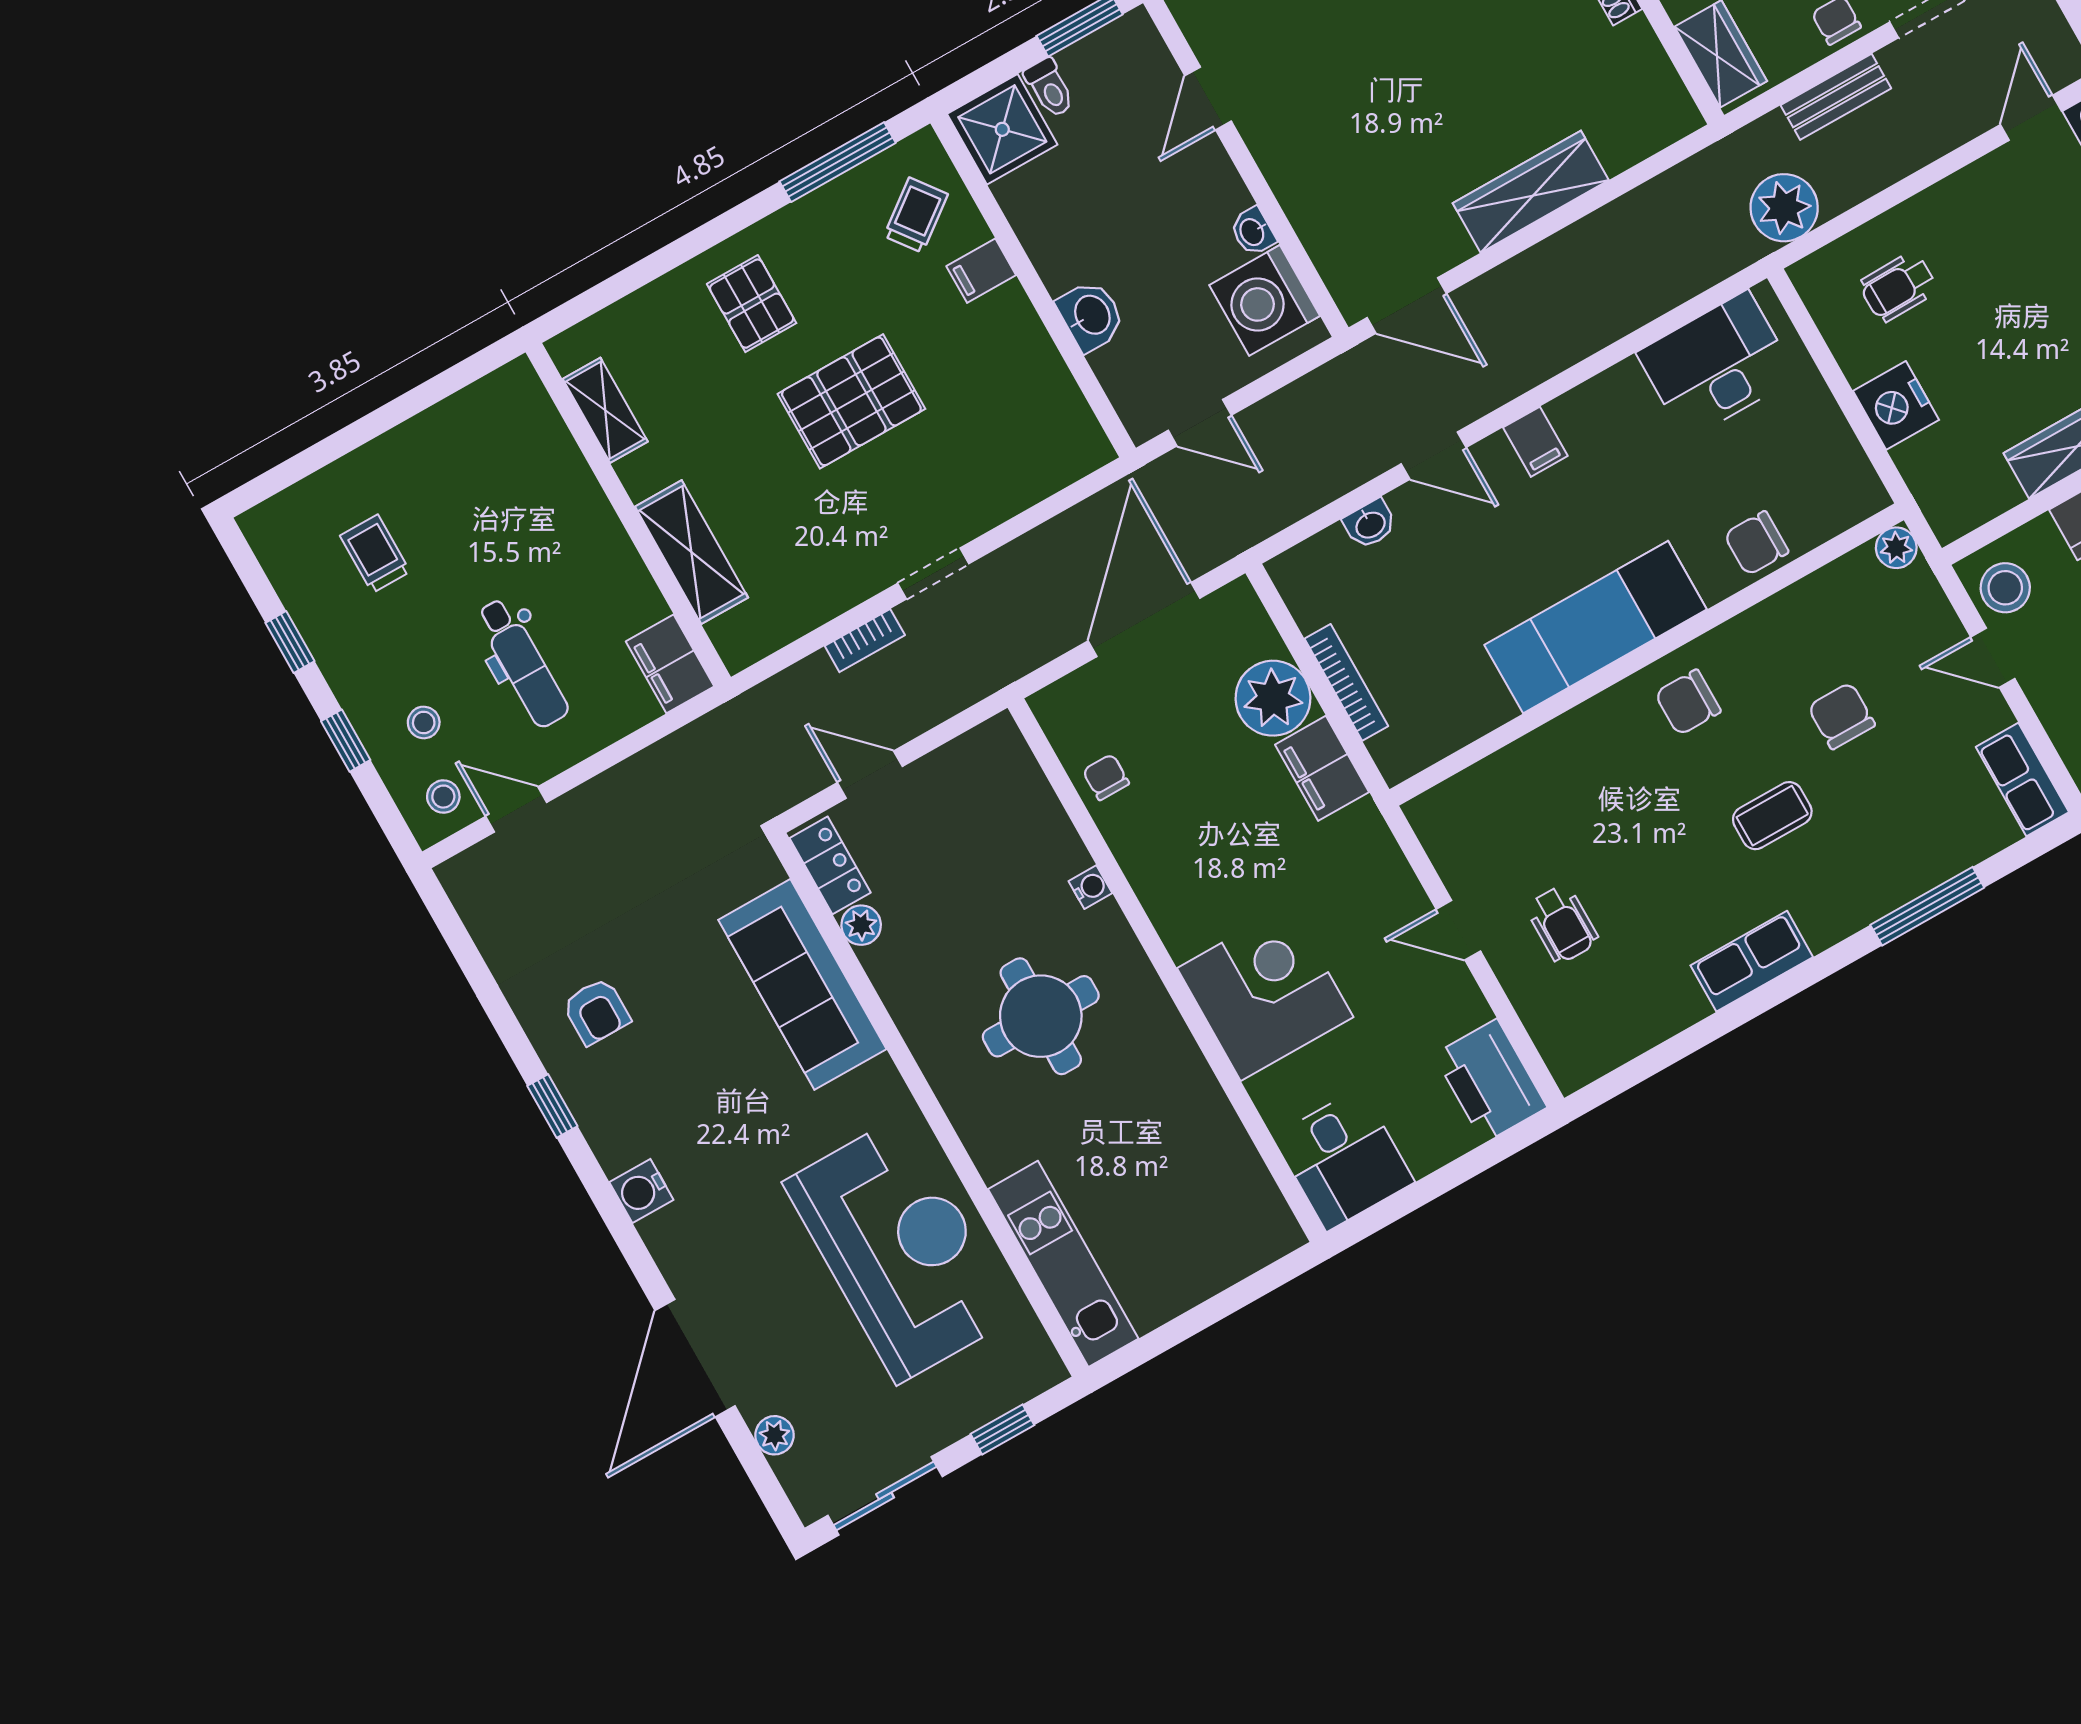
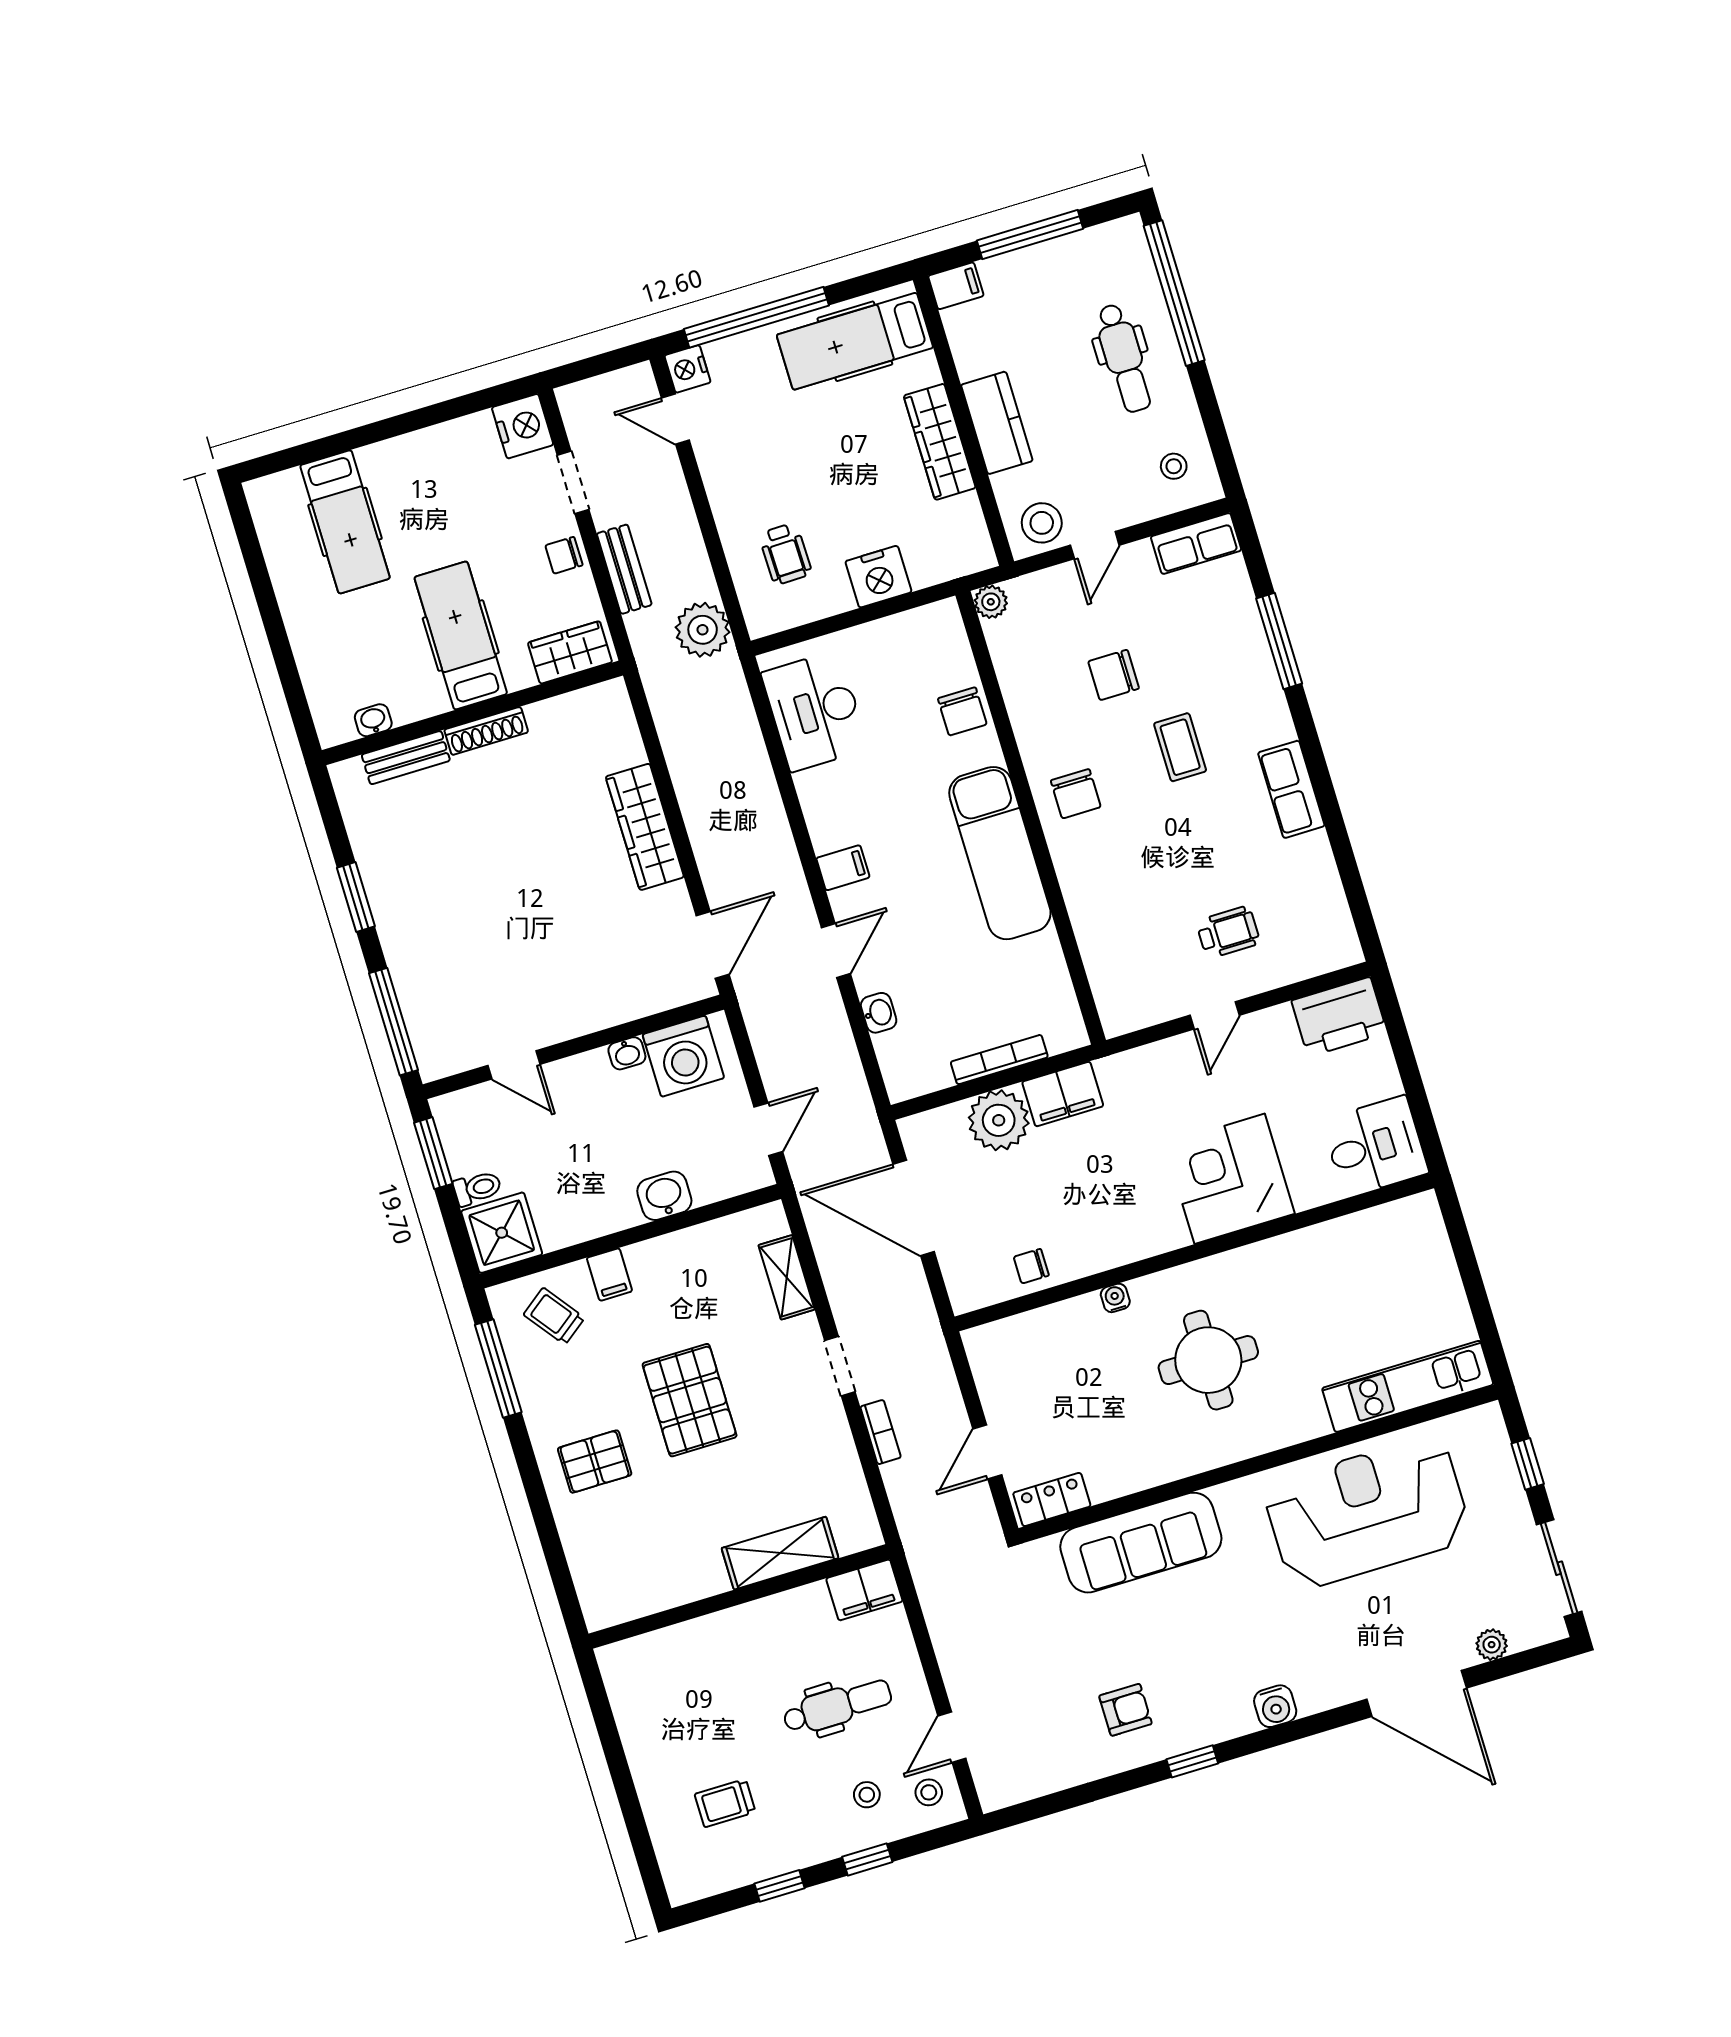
shelving: (605, 410) -> (787, 1277), moved, turned 90
plant: (861, 925) -> (1104, 1486), removed

